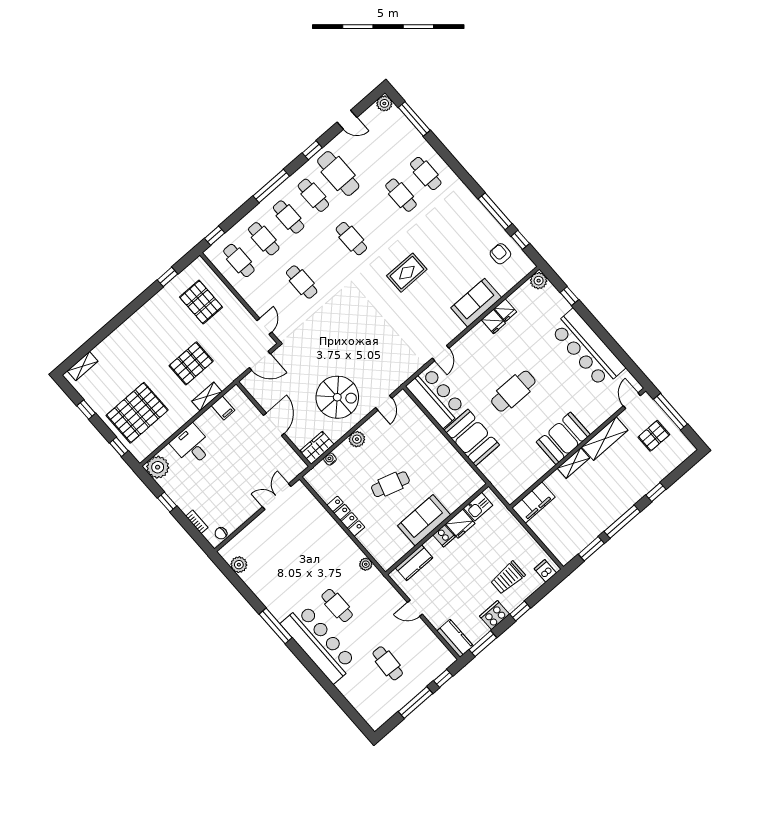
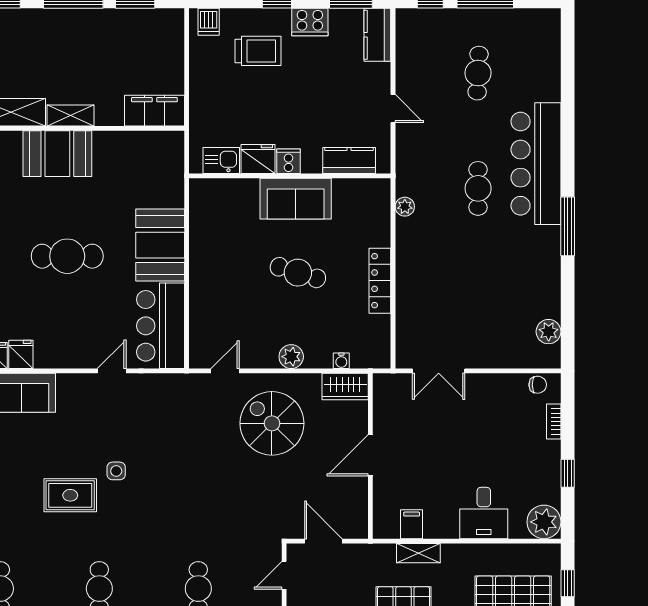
side table: (394, 305) -> (116, 471), added

